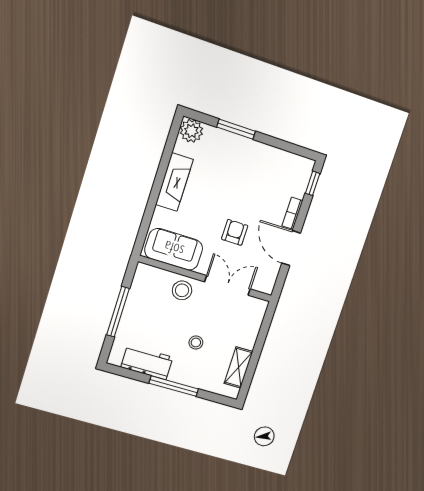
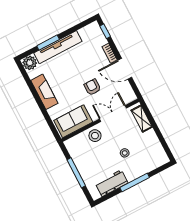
tv unit: (242, 146) -> (58, 47), added
shelving: (238, 367) -> (142, 119), moved

